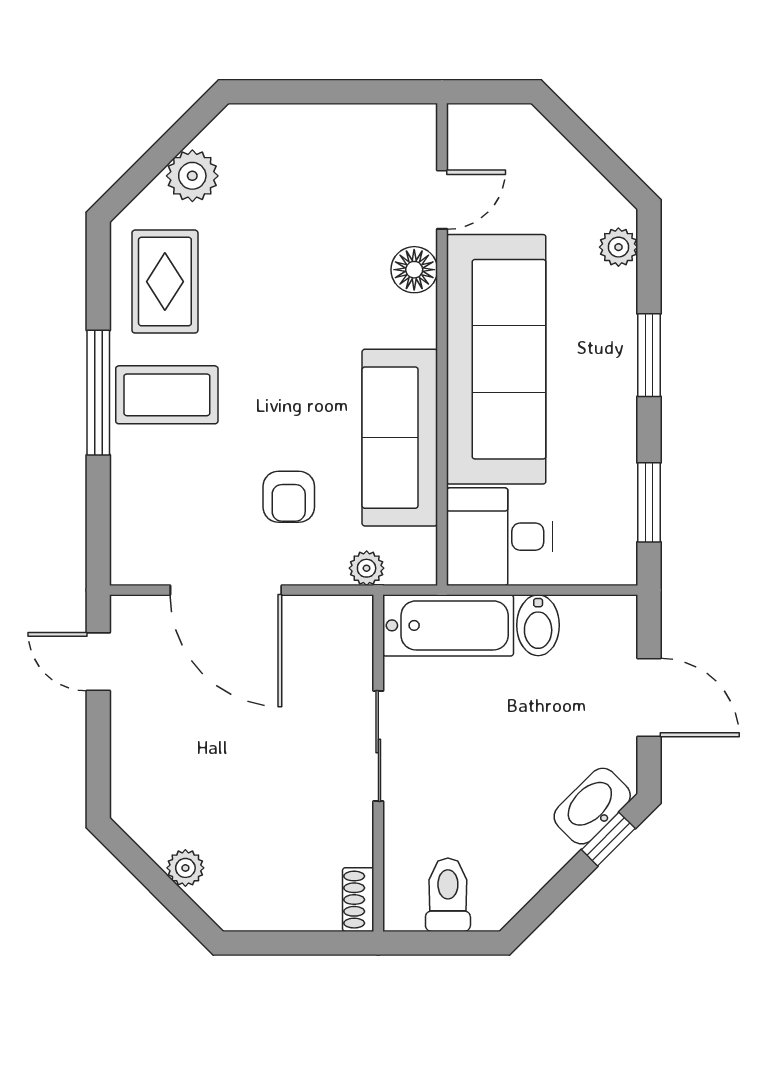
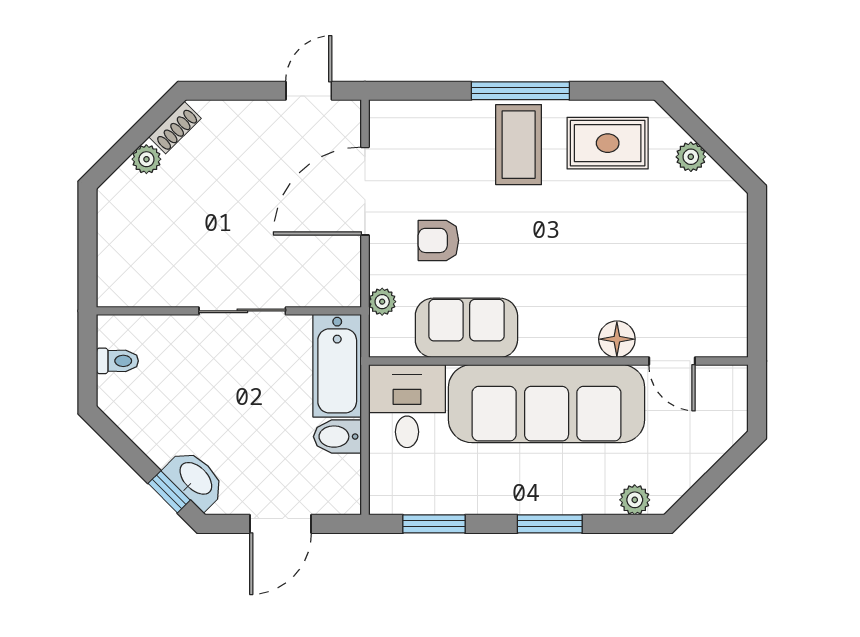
plant: (192, 176) -> (691, 157), width x0.73, depth x0.73
sofa: (400, 438) -> (466, 328), width x0.73
toilet: (448, 895) -> (117, 361), width x0.73, depth x0.72
shoe rack: (358, 900) -> (175, 128), moved, turned 135

